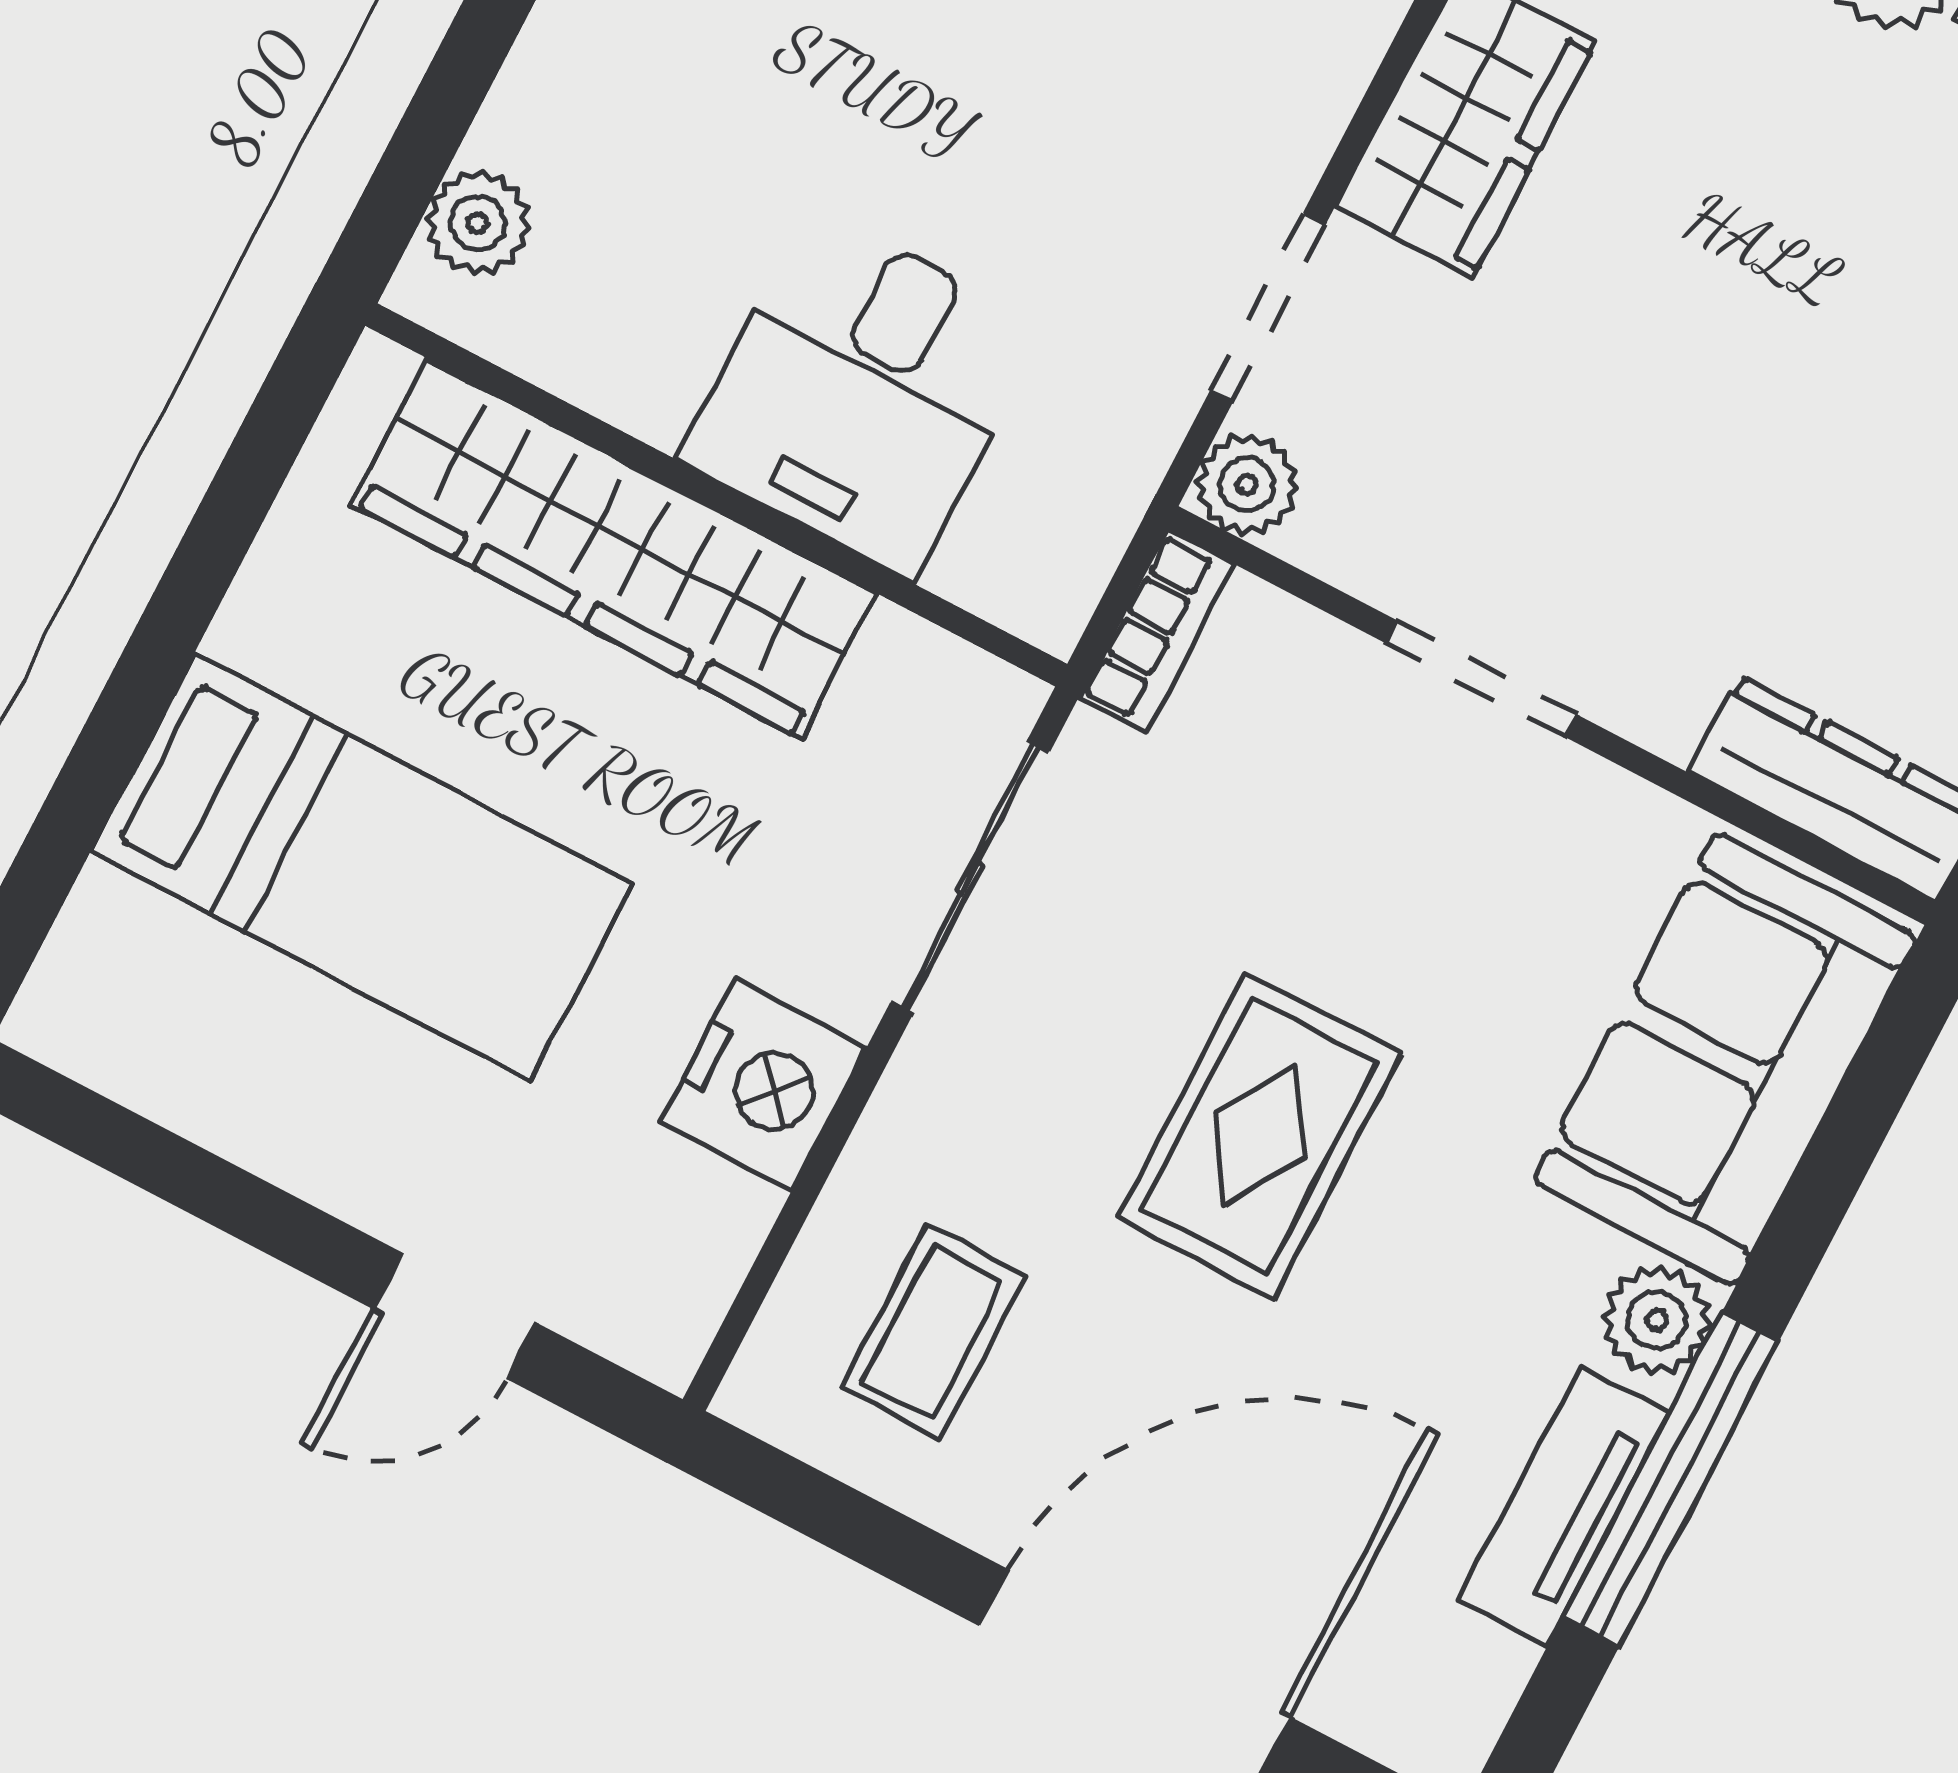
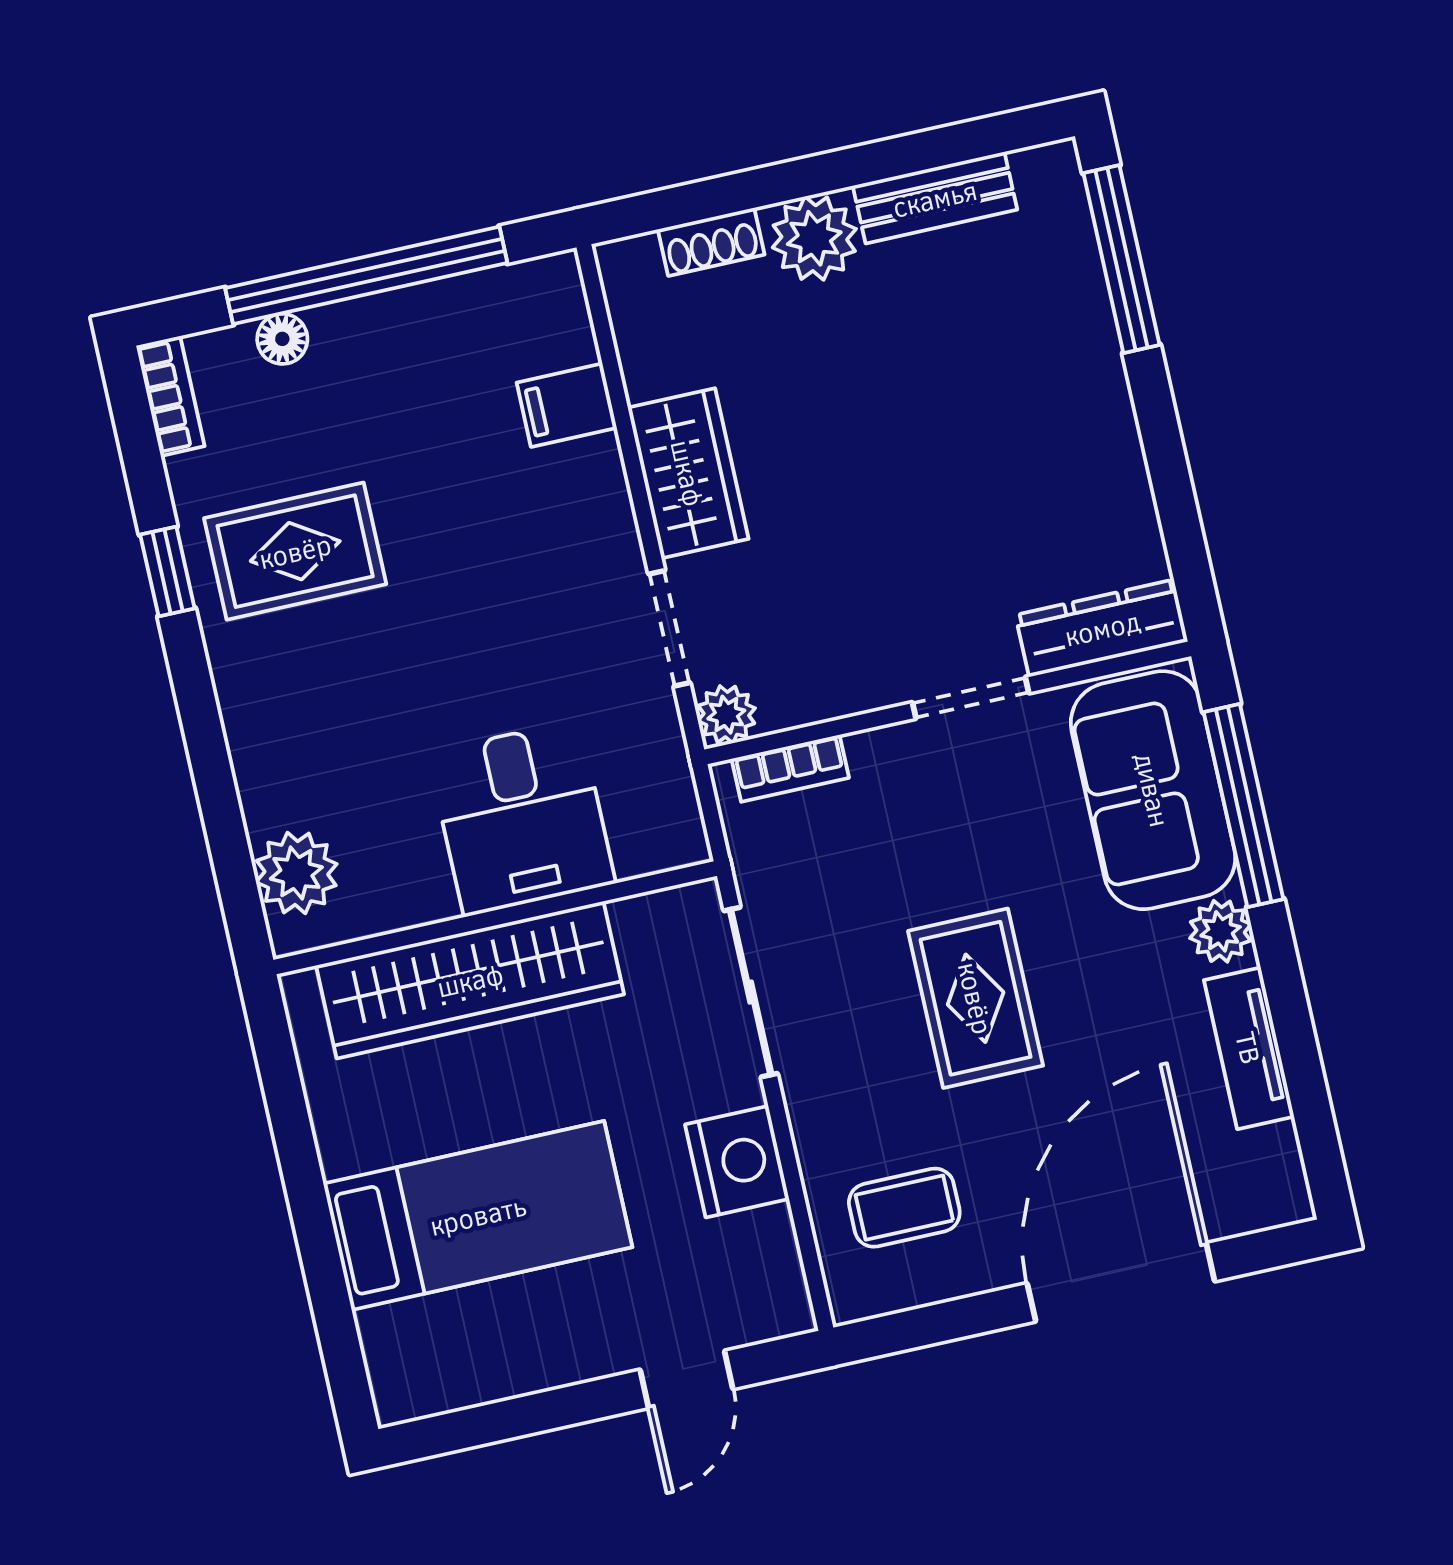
plant: (478, 223) -> (296, 873), width x1.38, depth x1.38
bookcase: (1156, 631) -> (790, 768), moved, turned 90
doorway: (1481, 679) -> (971, 698), moved
coffee table: (933, 1332) -> (904, 1208), turned 90
window: (1671, 1479) -> (1244, 806), moved

